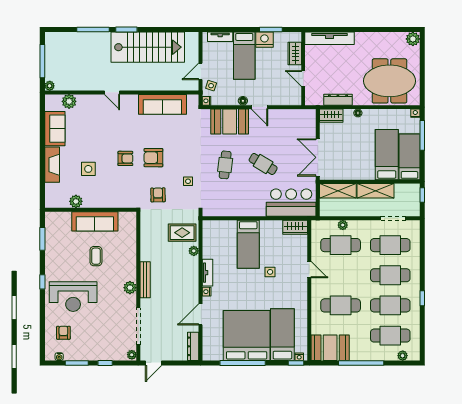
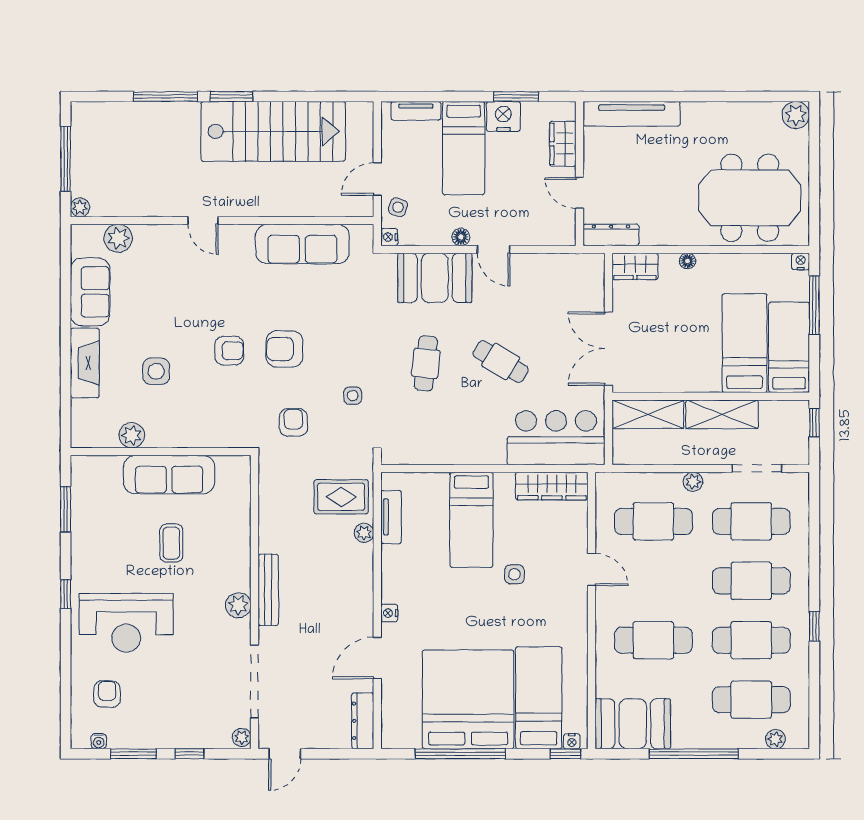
dresser: (338, 100) -> (611, 235), moved
plant: (343, 225) -> (693, 482), moved
wardrobe: (295, 227) -> (552, 486), width x1.50
tv unit: (208, 273) -> (391, 517), moved

